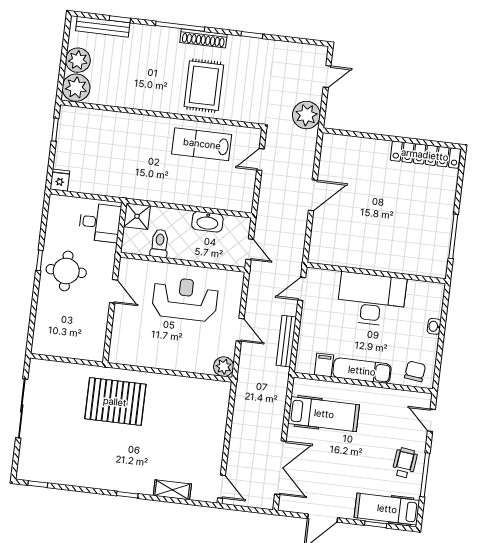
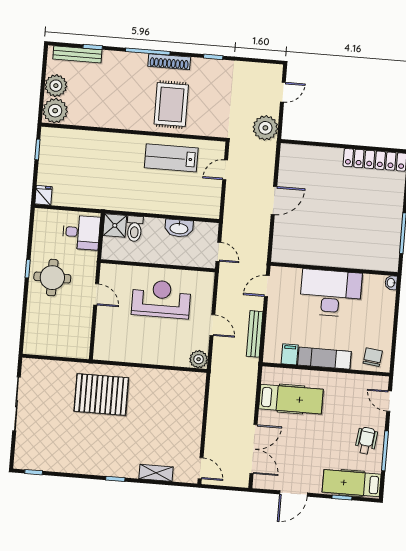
toilet: (160, 243) -> (135, 229), moved, turned 180
washbasin: (434, 326) -> (391, 283), moved

